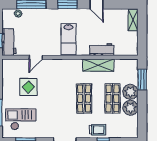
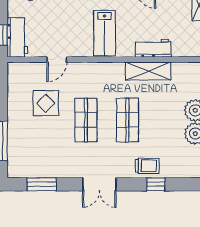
shop shelf: (112, 98) -> (86, 120), moved
checkout: (21, 119) -> (35, 150), removed

